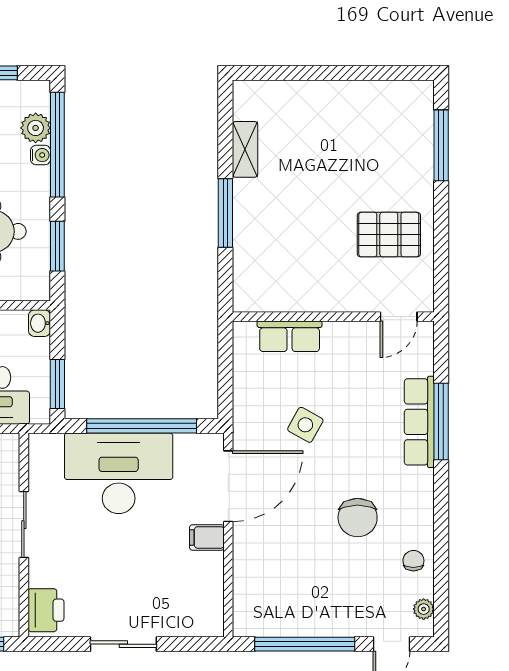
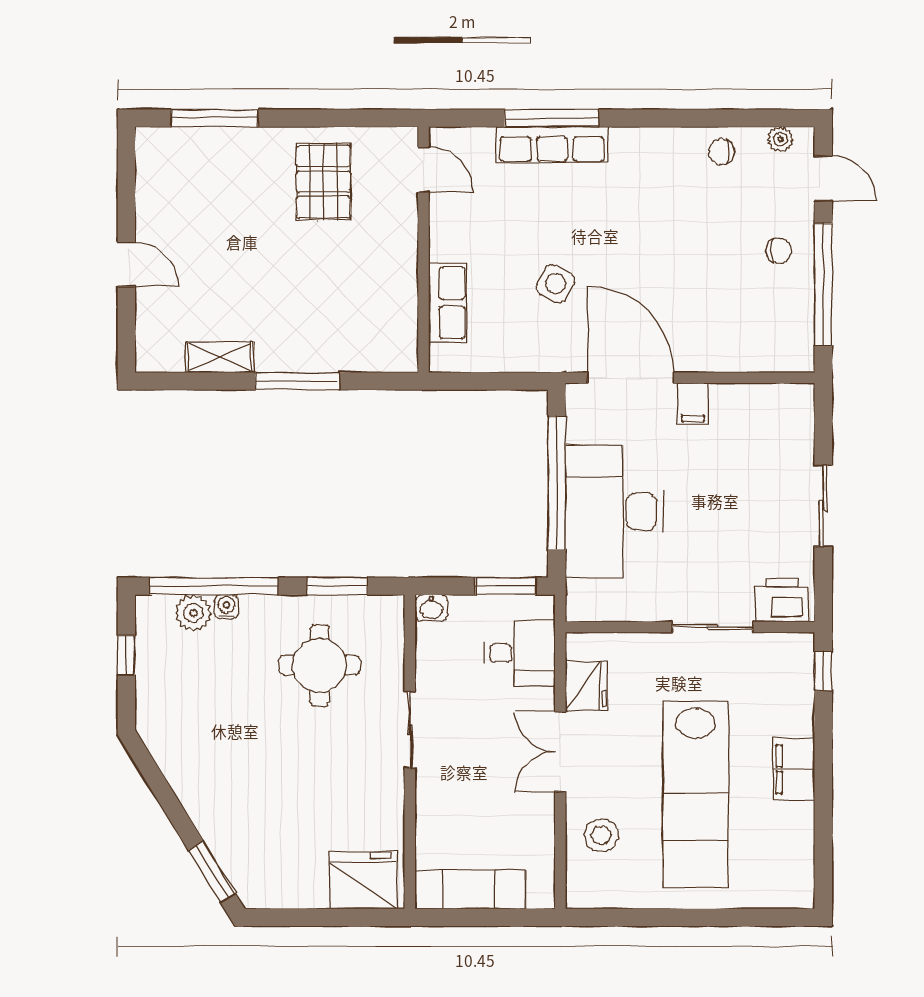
door: (321, 73) -> (126, 264), added
chair: (358, 518) -> (779, 251), moved, width x0.54, depth x0.54
sliding door: (24, 525) -> (712, 627), moved

